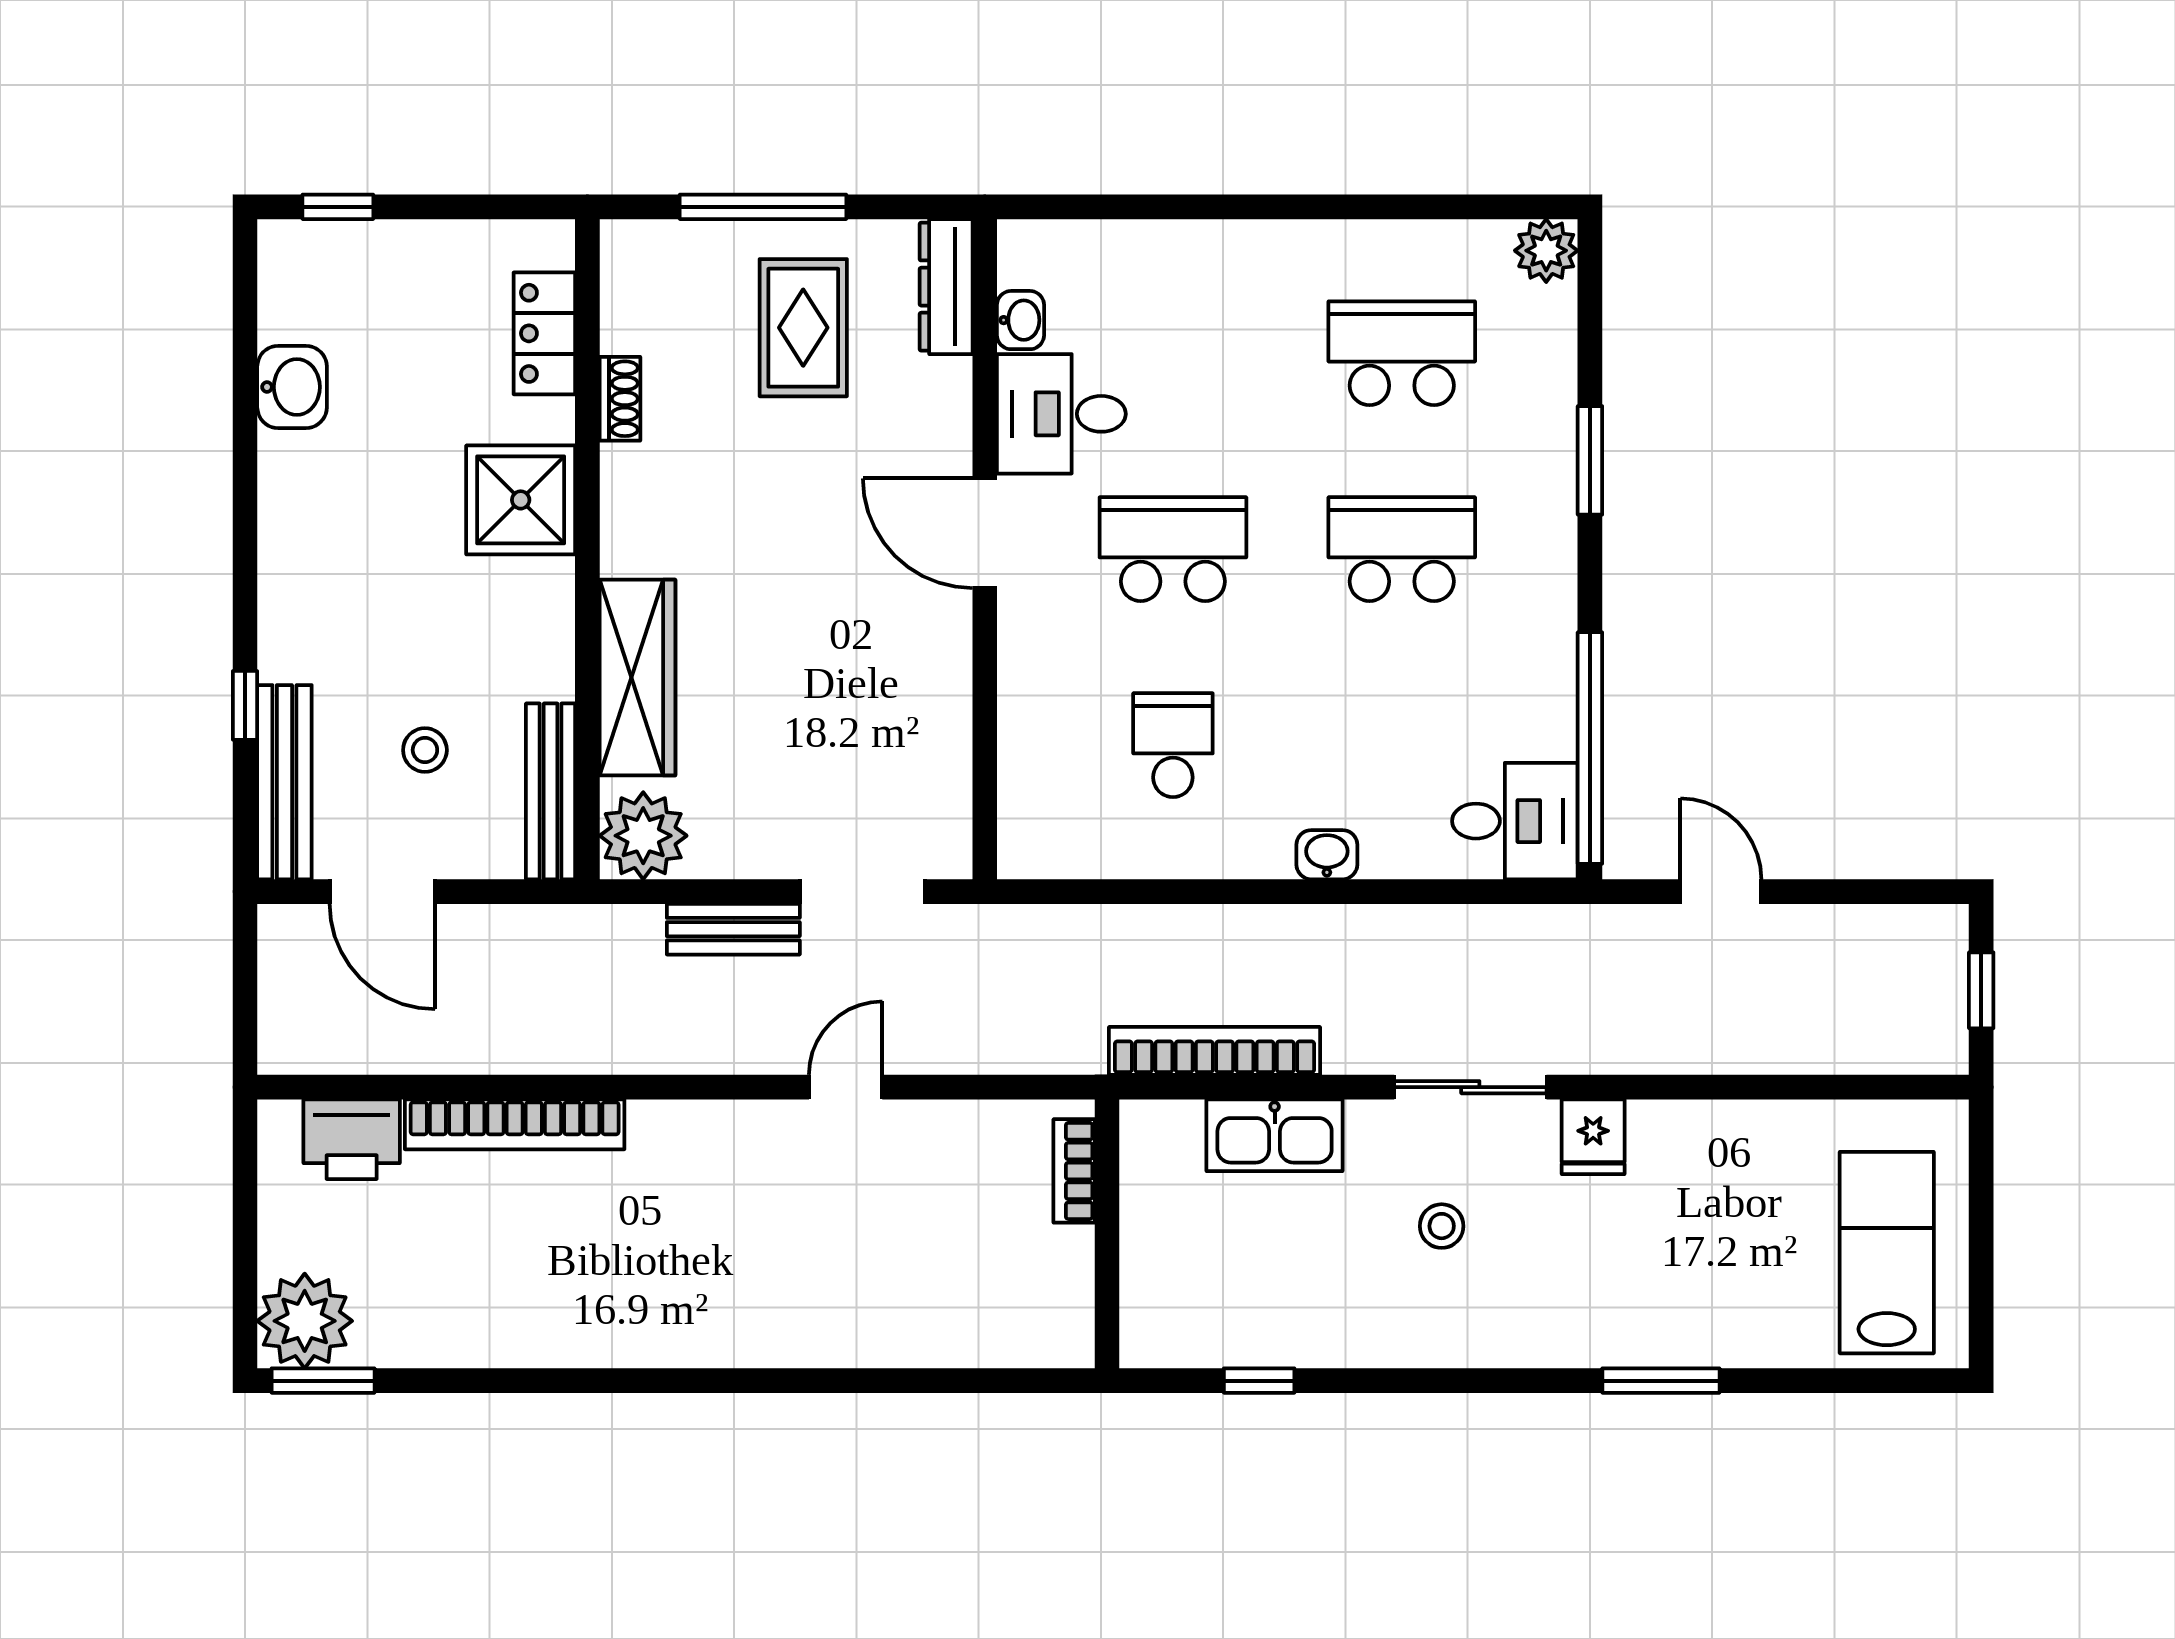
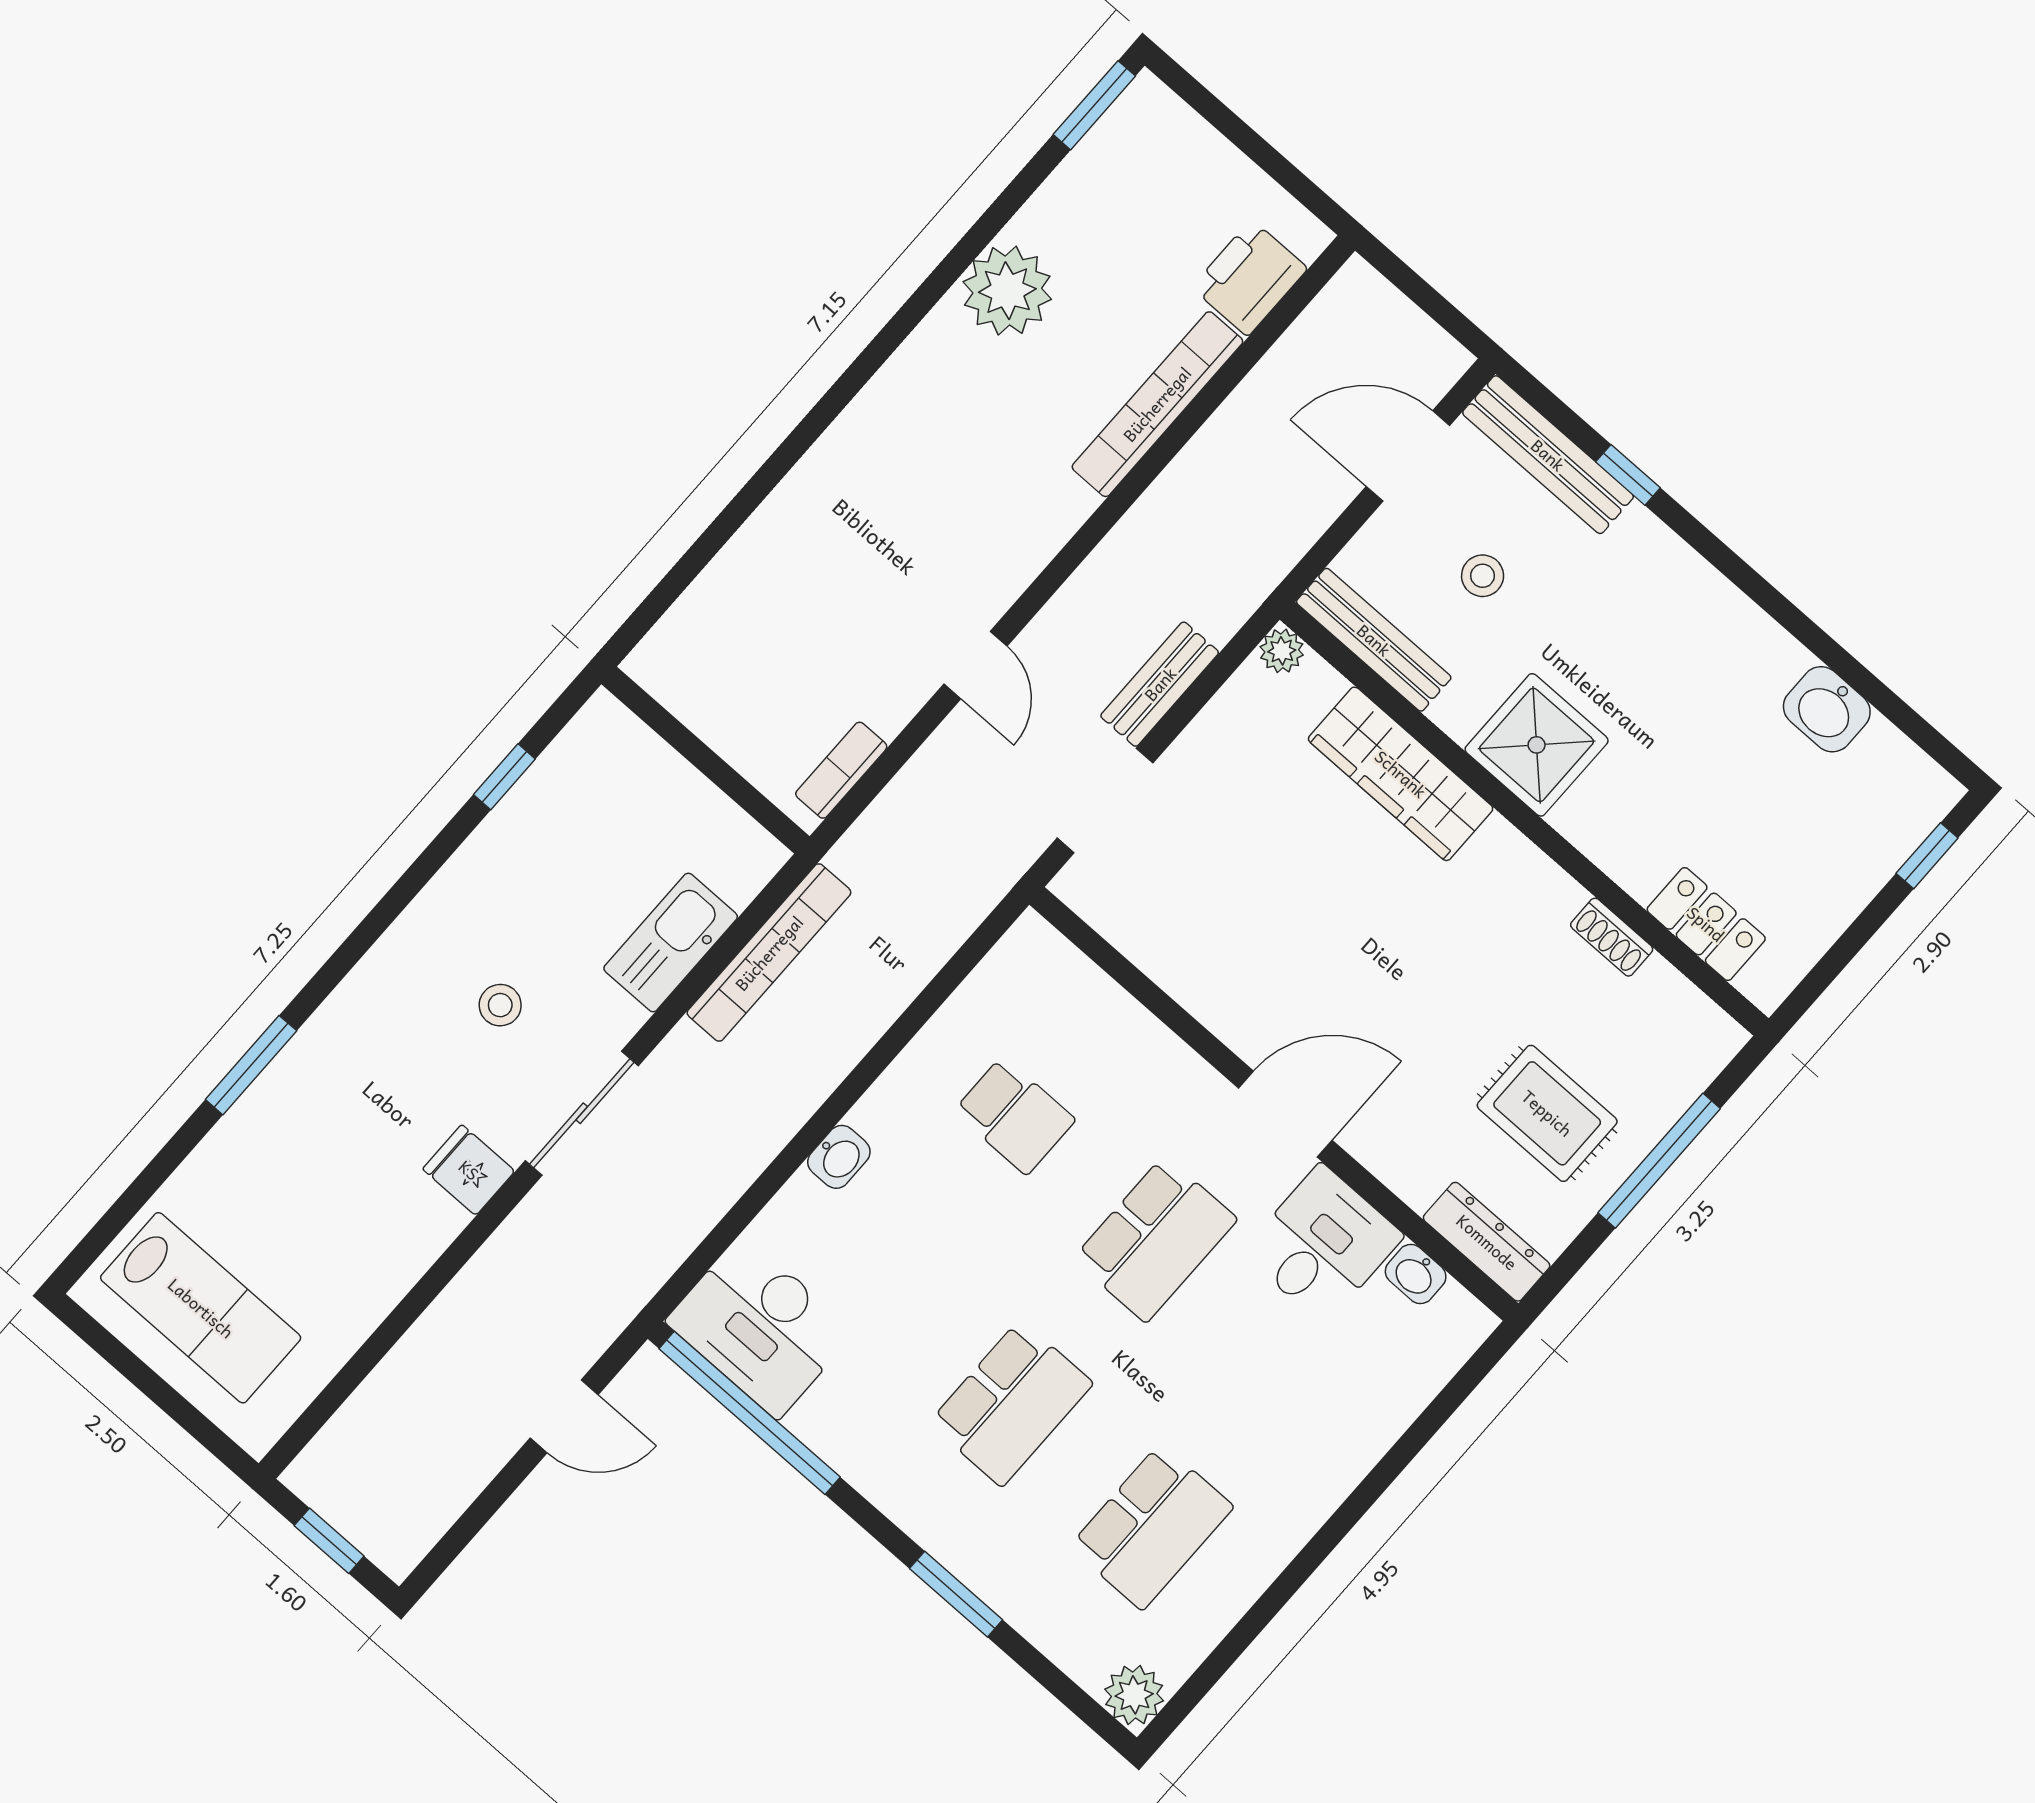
shower: (521, 500) -> (1537, 745), moved
desk: (1515, 821) -> (760, 1327), width x1.37
plant: (643, 836) -> (1282, 651), width x0.53, depth x0.53
bookcase: (1074, 1171) -> (841, 770), moved, turned -90
plant: (305, 1321) -> (1007, 291), moved

